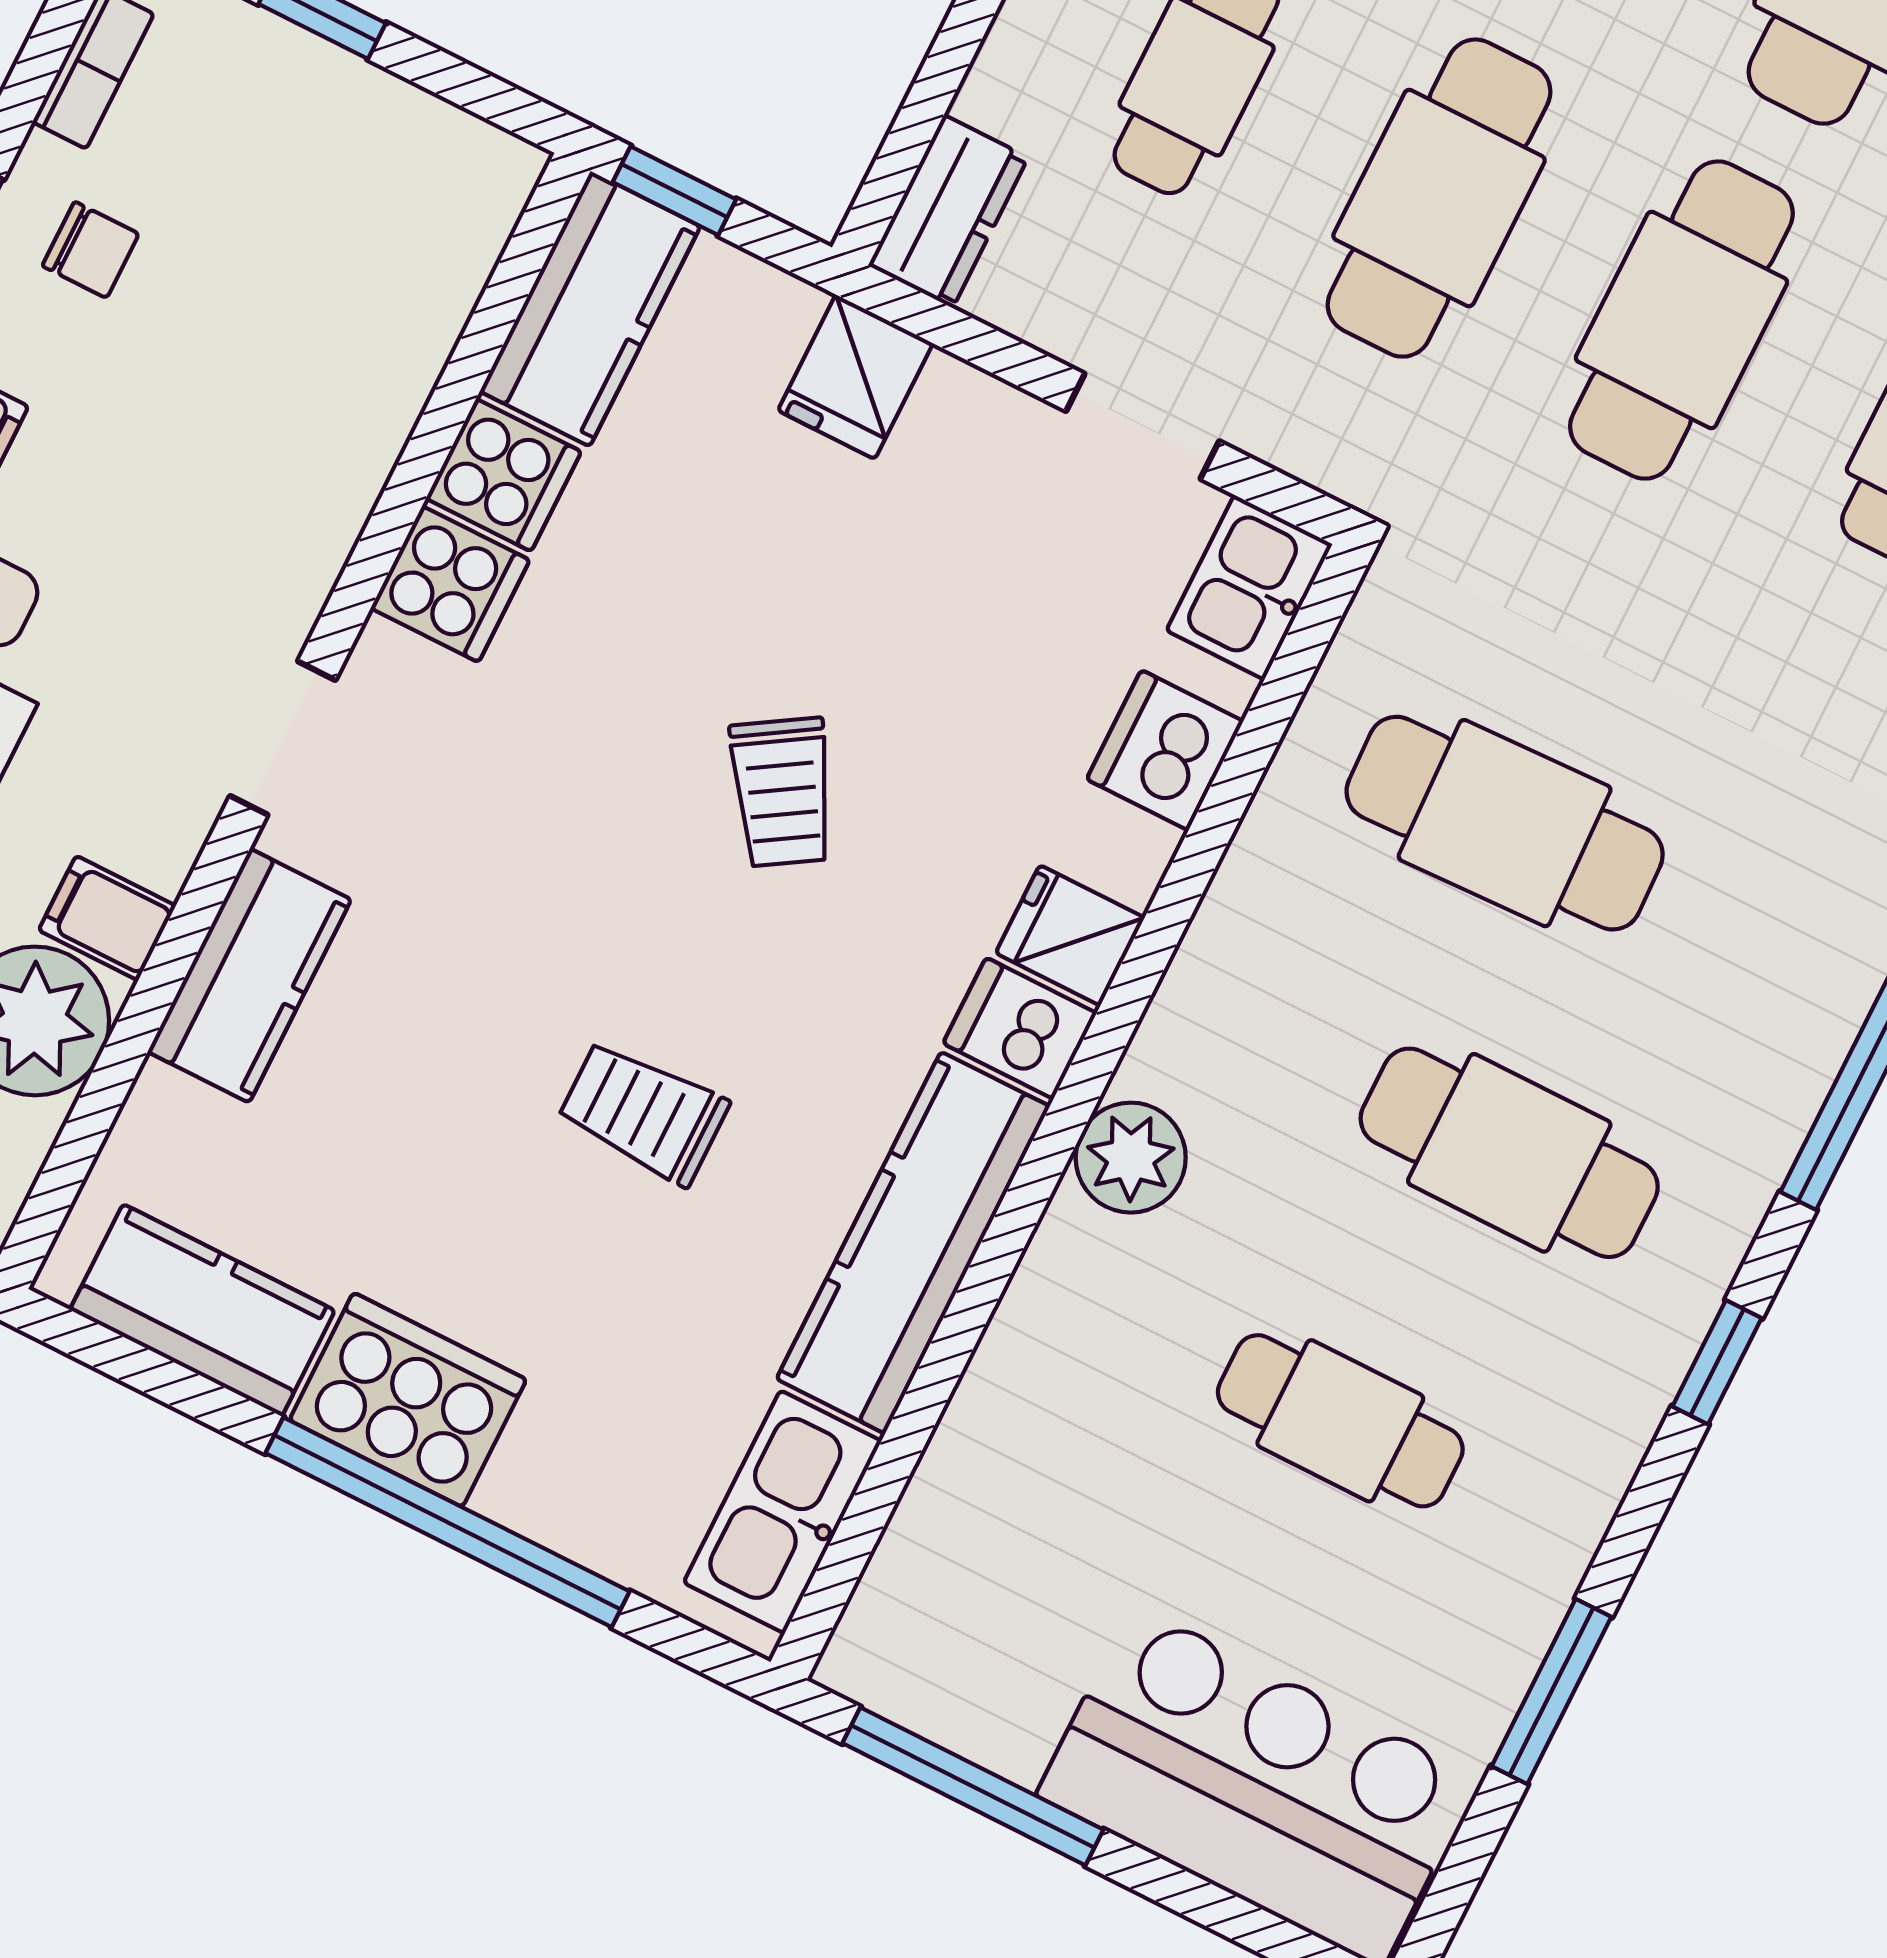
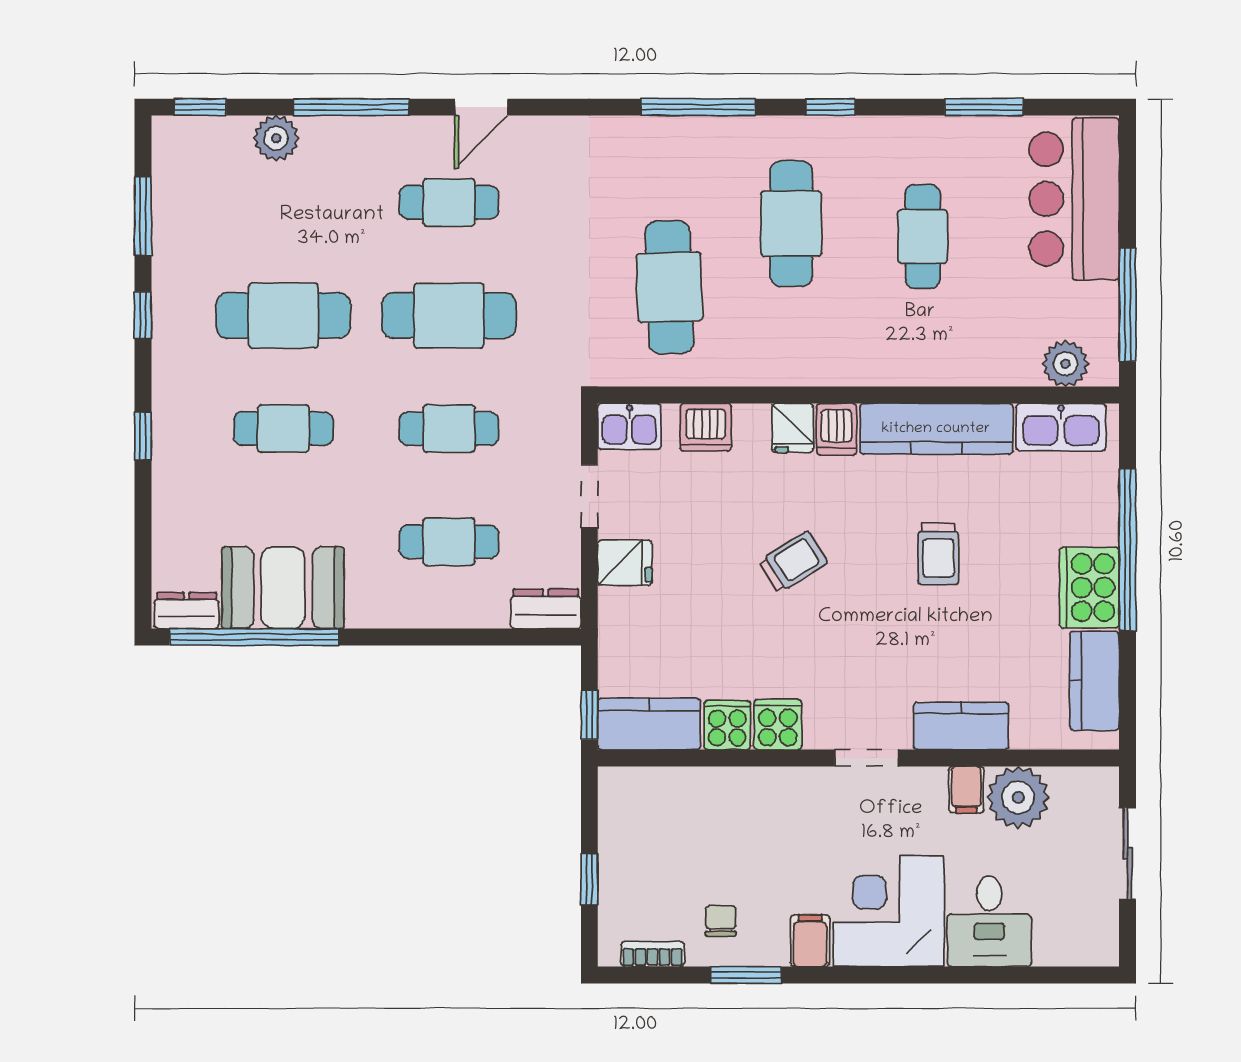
cafe table: (1439, 198) -> (449, 429), width x0.73, depth x0.74
fridge: (855, 377) -> (625, 563), moved
plant: (1131, 1158) -> (1065, 364), moved

